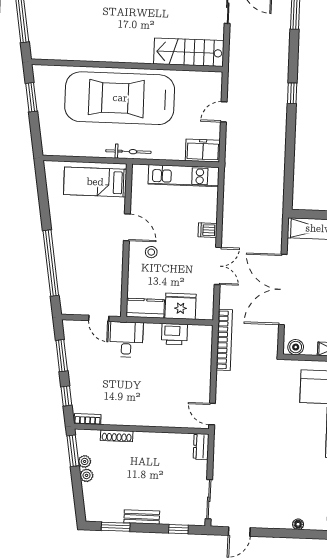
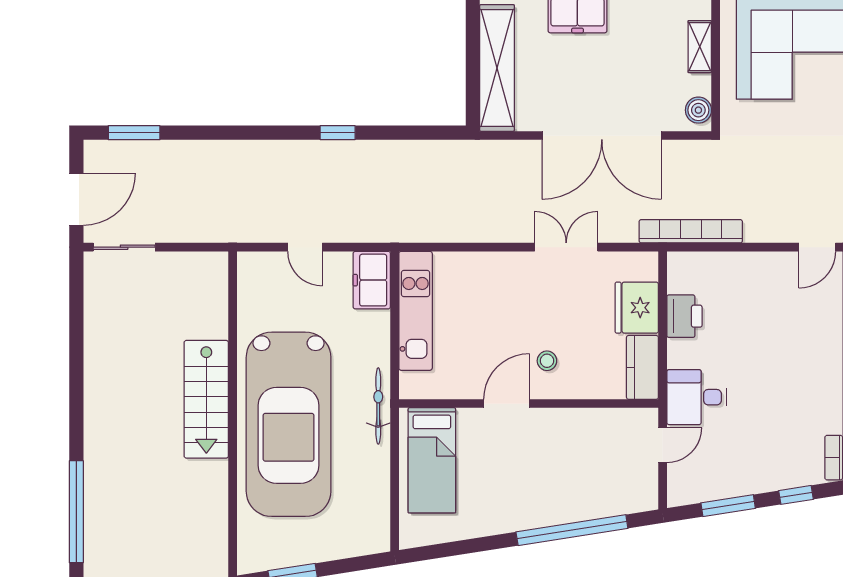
stairs: (189, 52) -> (206, 399), moved
window: (292, 93) -> (338, 133), moved
dishwasher: (208, 230) -> (506, 267), removed

